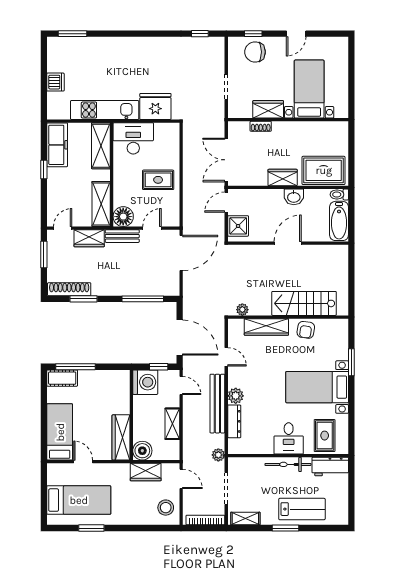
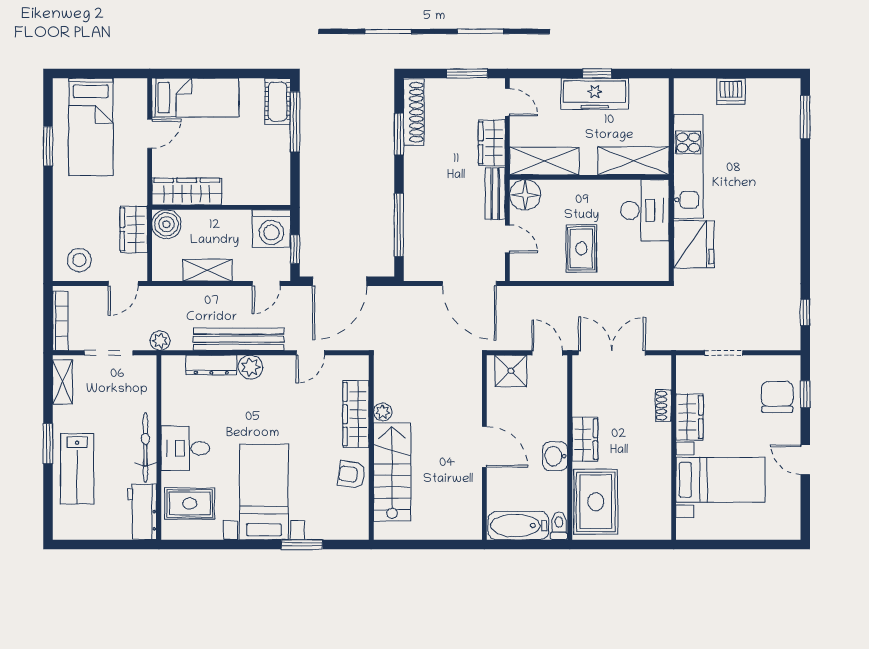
freezer: (57, 145) -> (595, 94), moved
plant: (242, 310) -> (383, 412), moved

